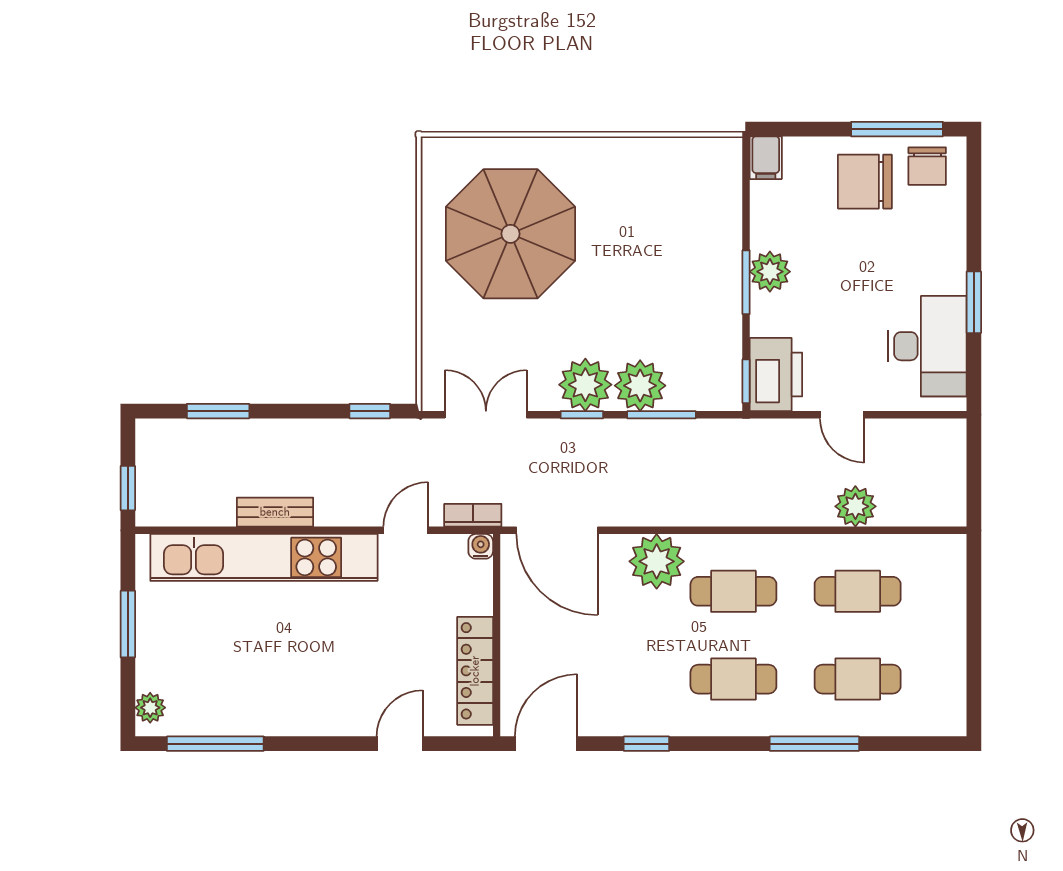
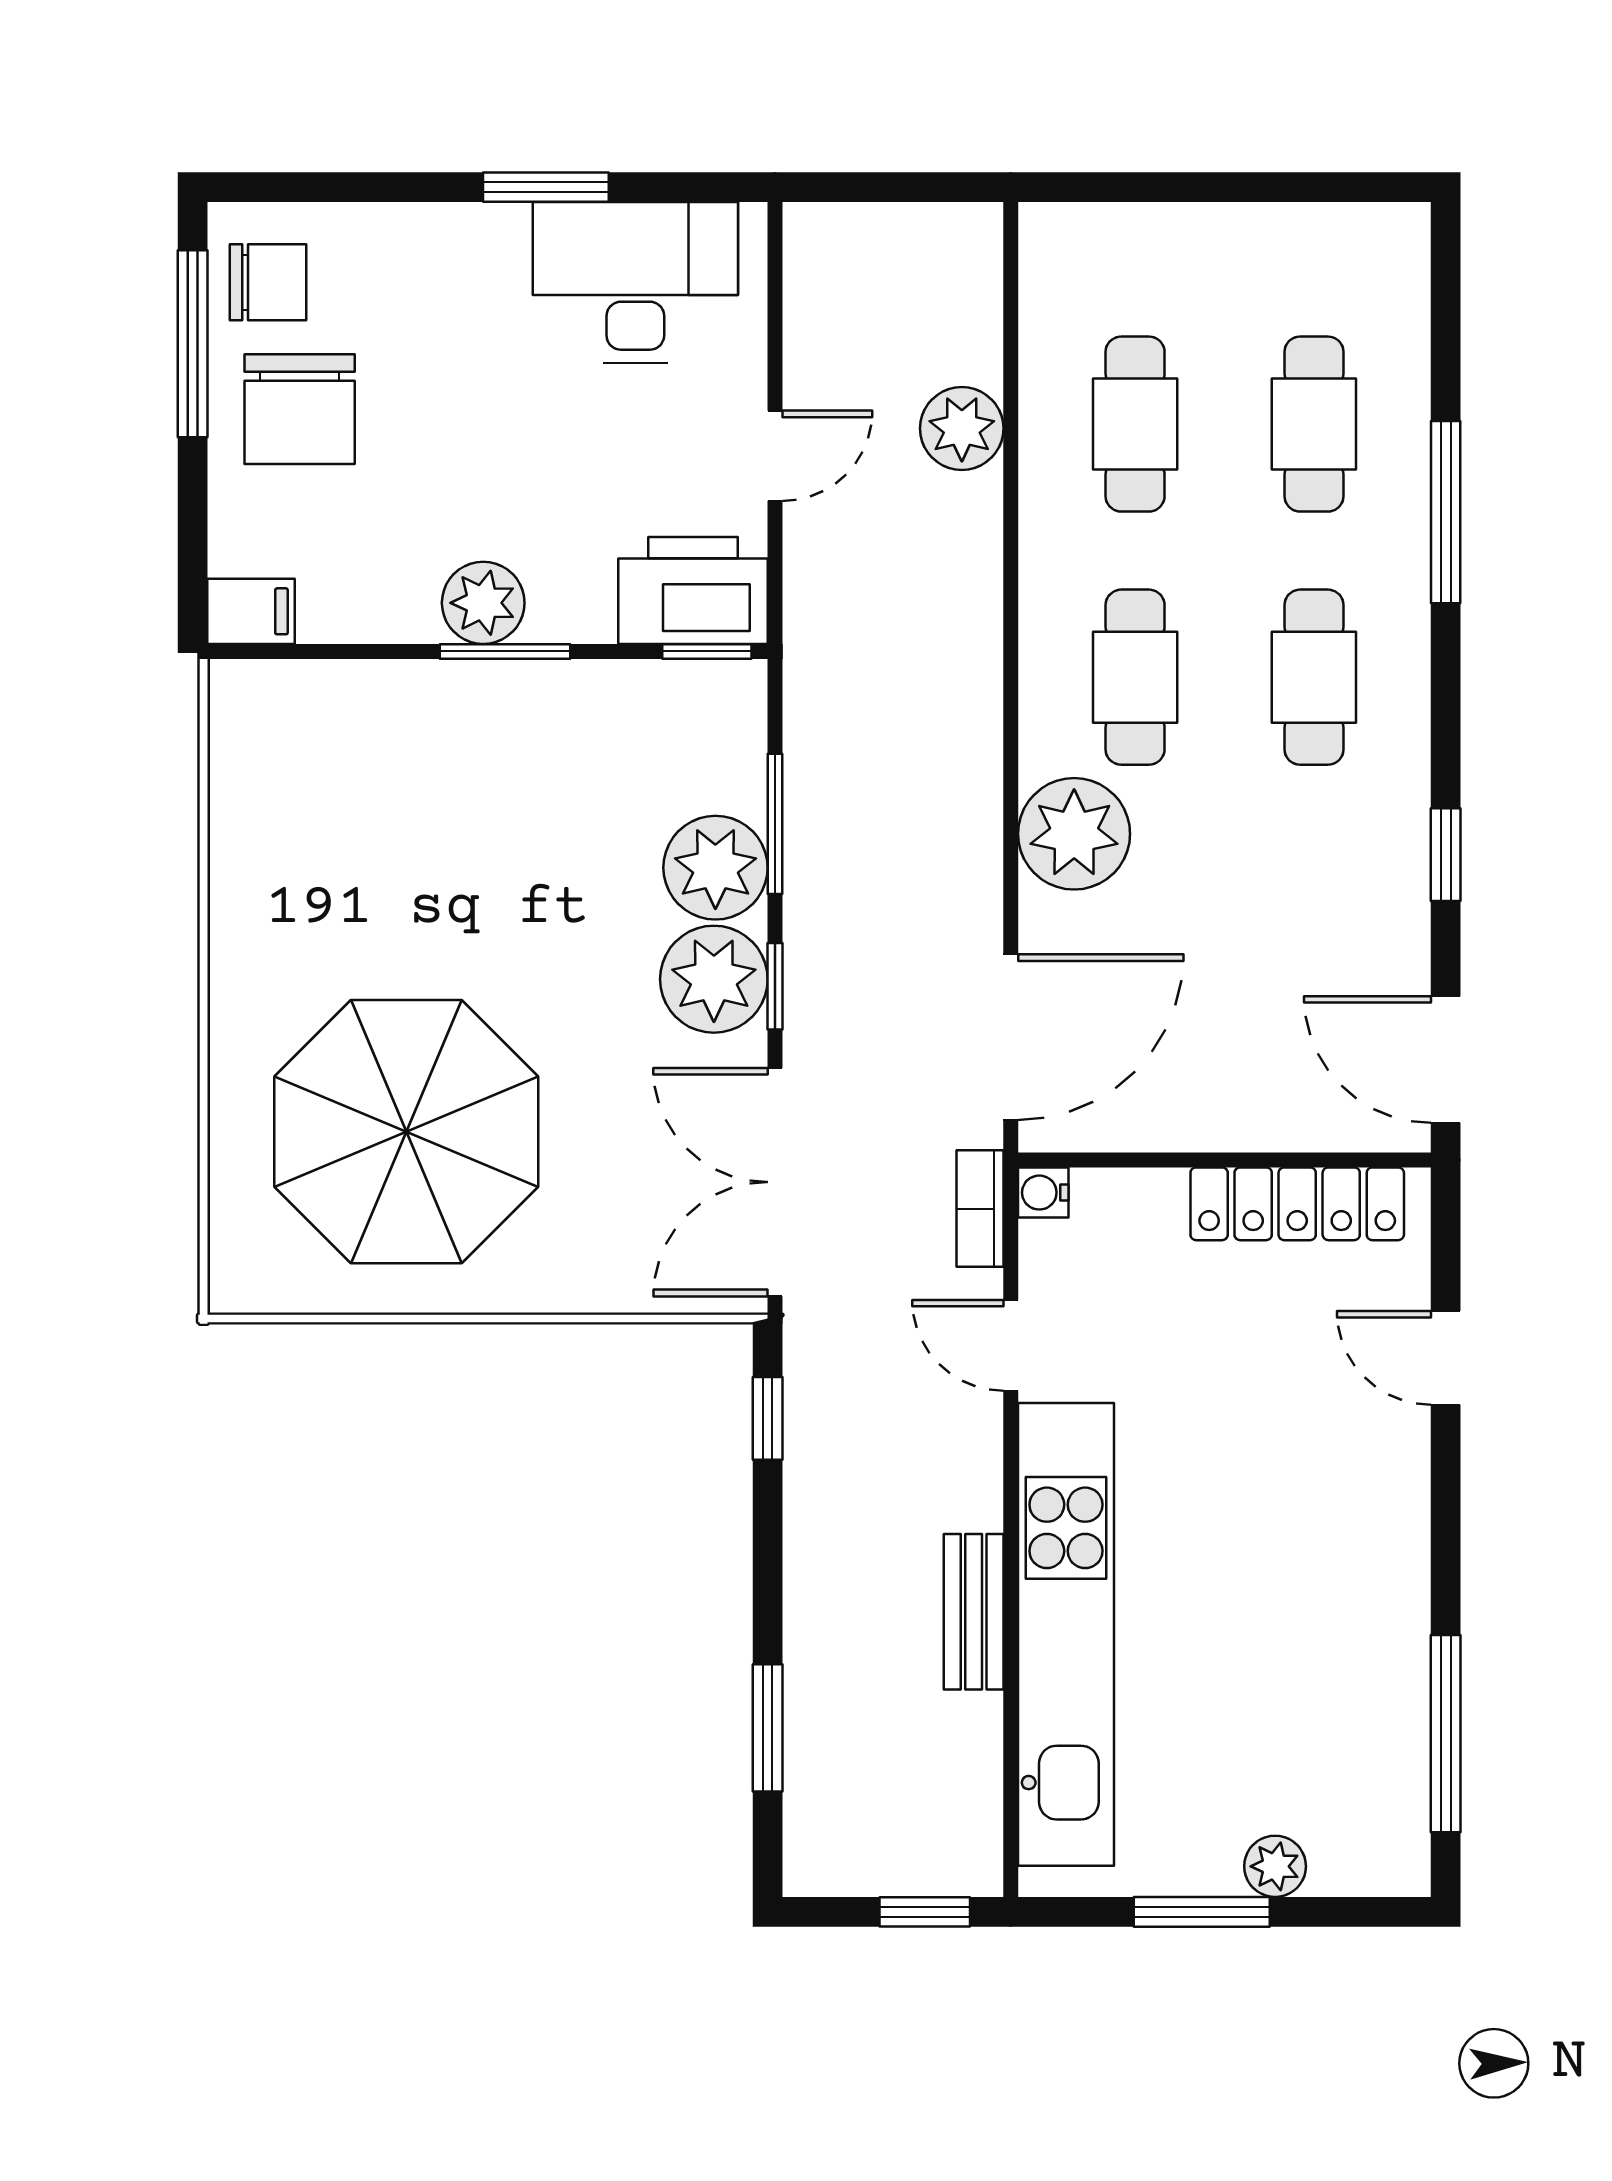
double door: (486, 415) -> (775, 1182), width x1.37
plant: (150, 708) -> (1275, 1866), moved

